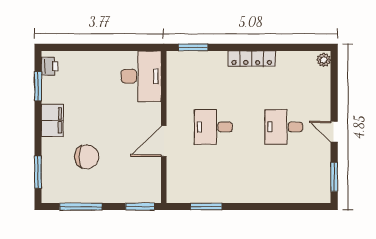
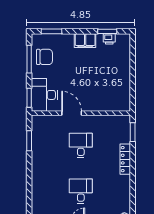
locker: (252, 59) -> (125, 159), moved
printer: (50, 66) -> (109, 39), moved
desk: (141, 76) -> (44, 95), moved, turned 90
chair: (87, 157) -> (44, 57), moved, turned -90

